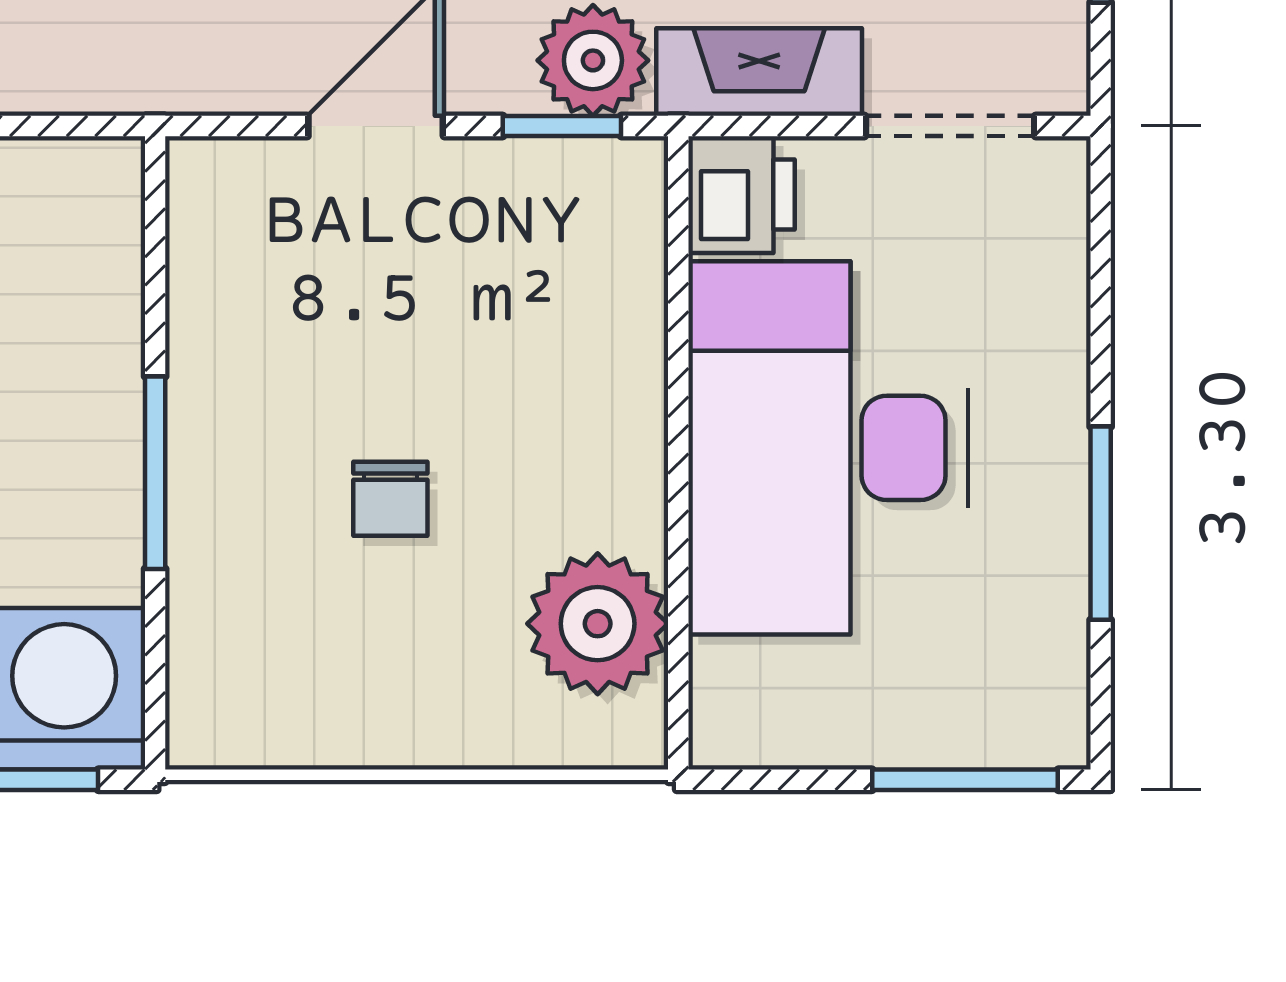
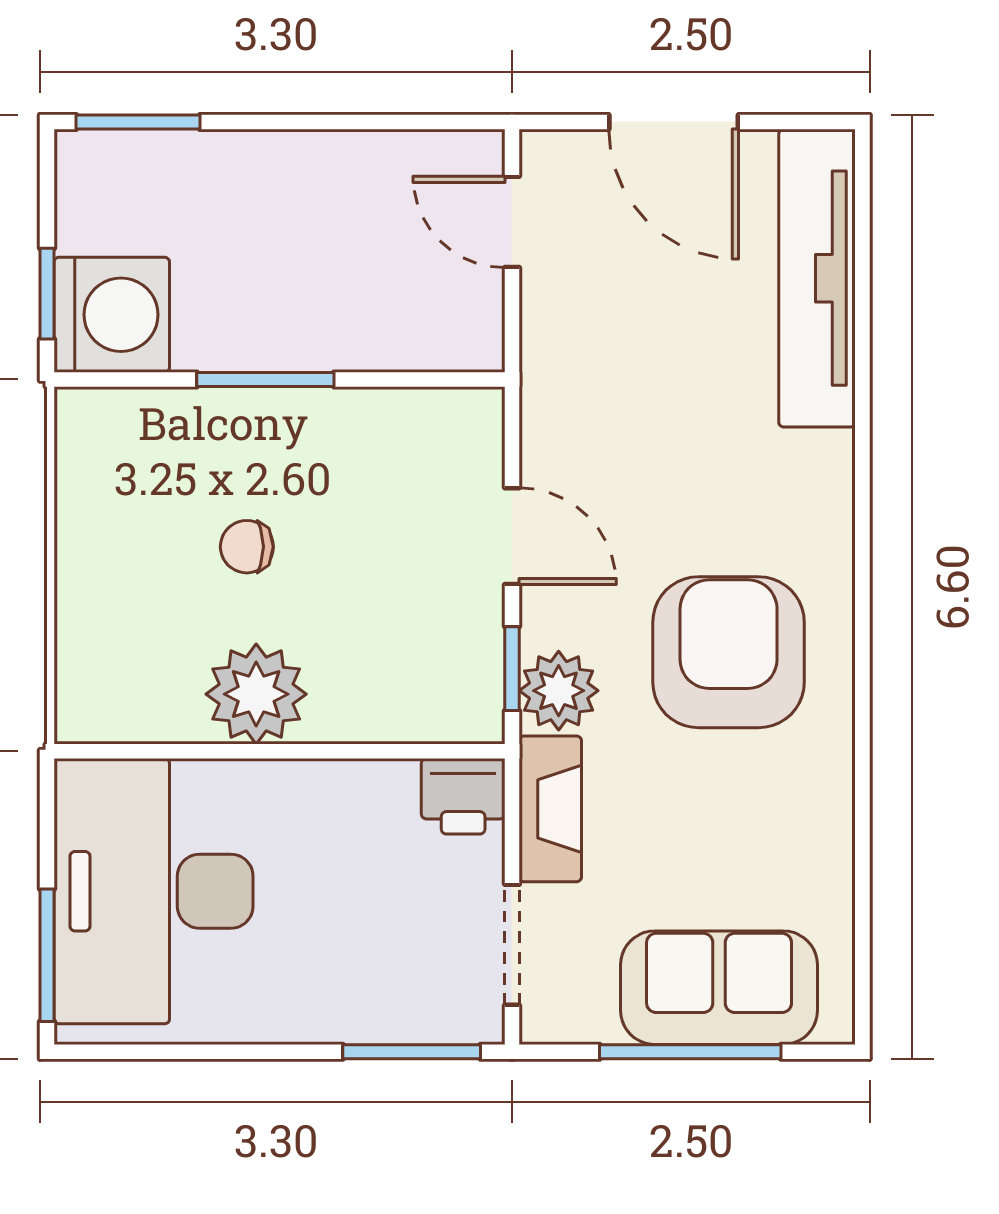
desk: (828, 448) -> (154, 891), moved, turned -90
window: (1101, 523) -> (412, 1052), moved
plant: (598, 624) -> (256, 694), moved

